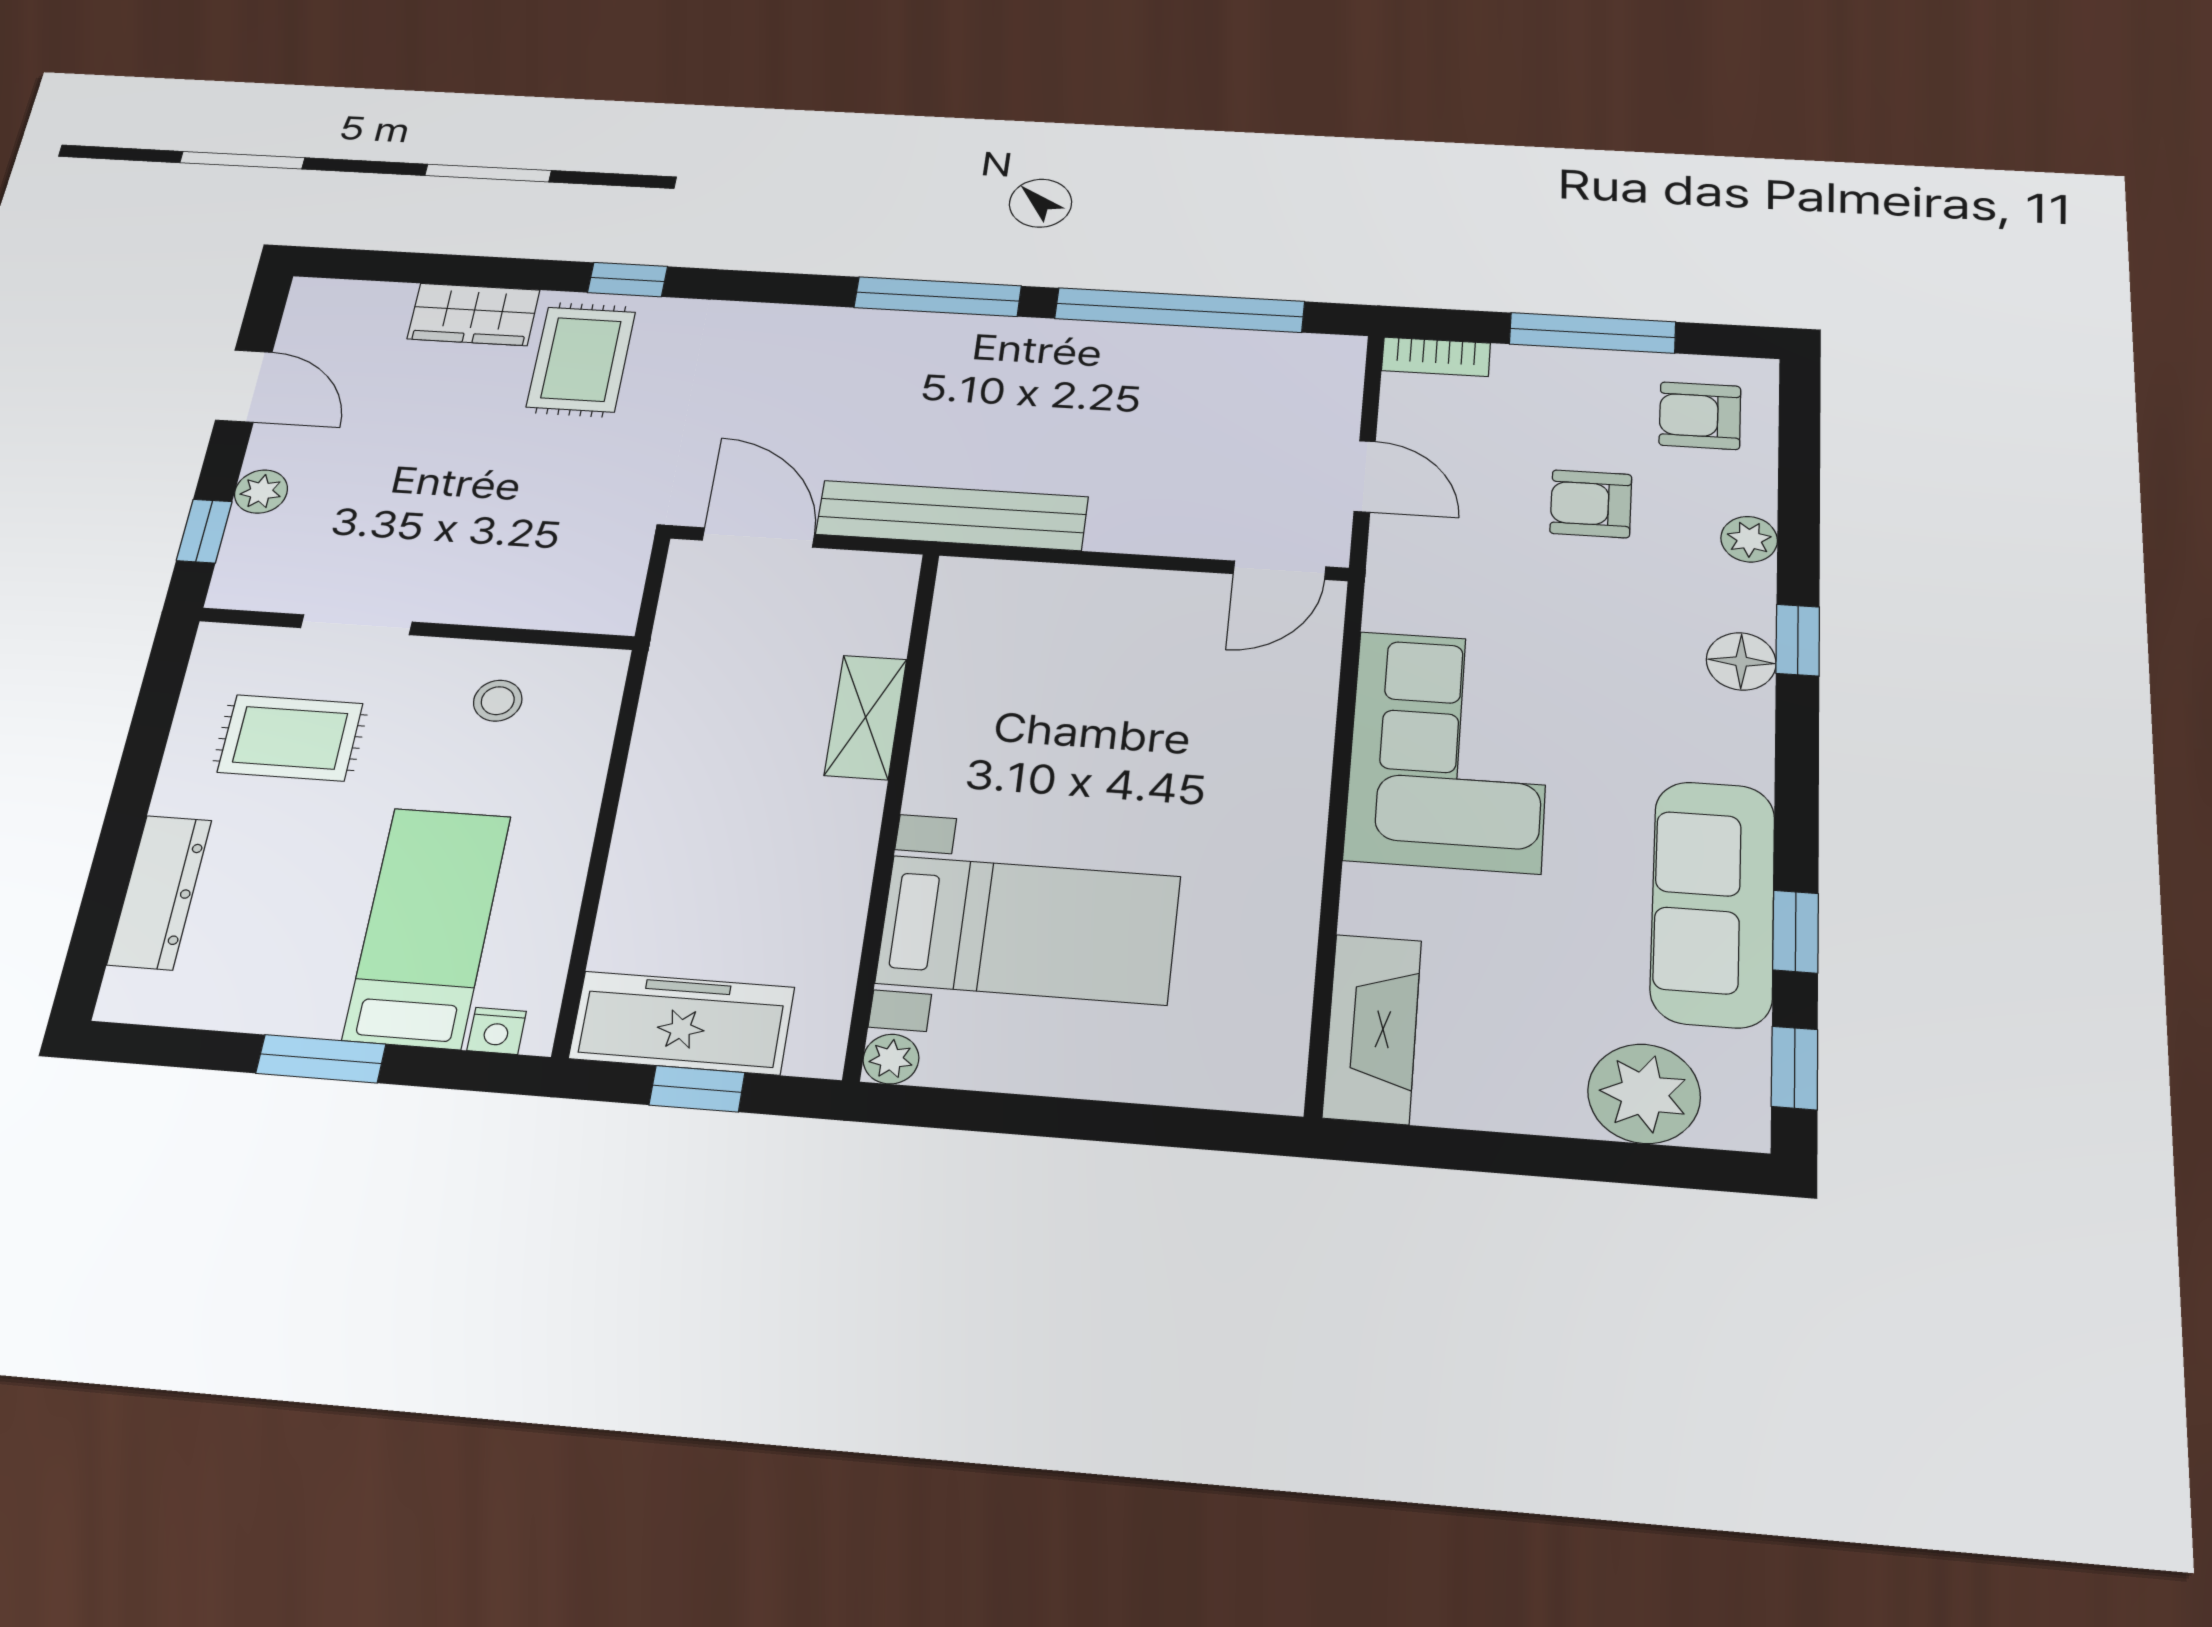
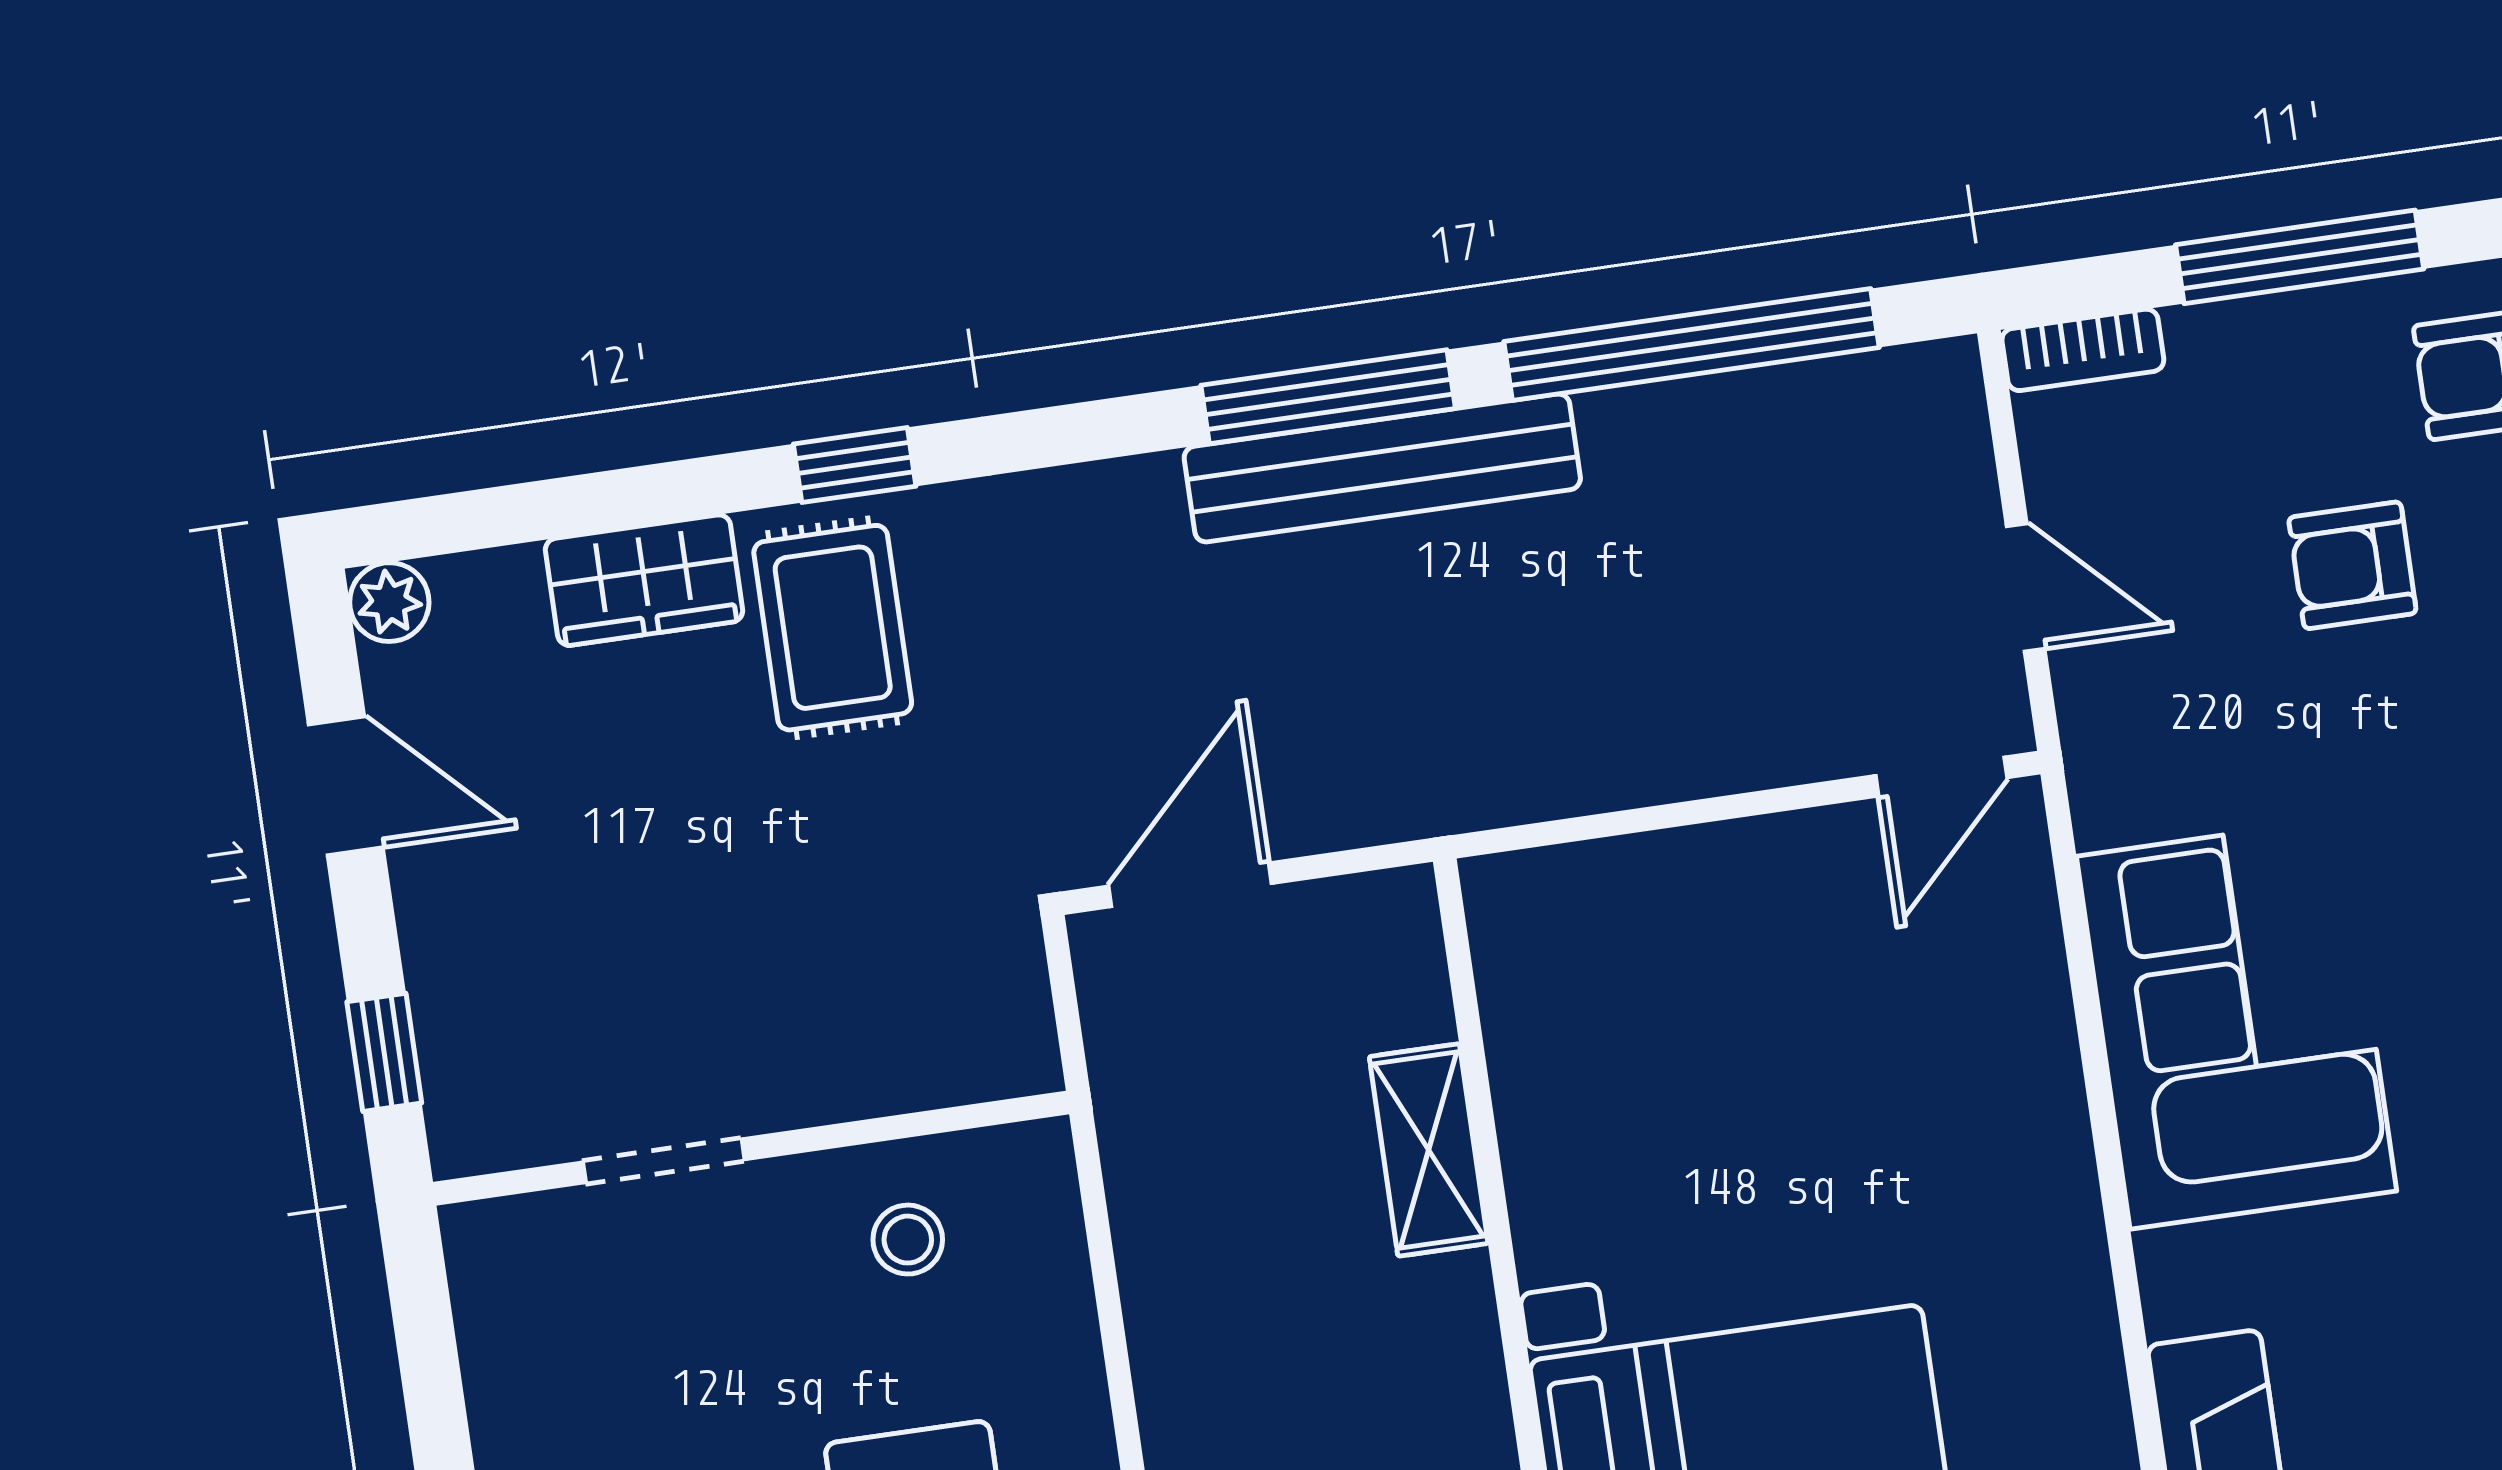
plant: (261, 492) -> (389, 602), moved
bench: (952, 516) -> (1382, 468), moved
door: (758, 537) -> (1190, 885), hinge flipped
rug: (290, 738) -> (637, 1365), removed

